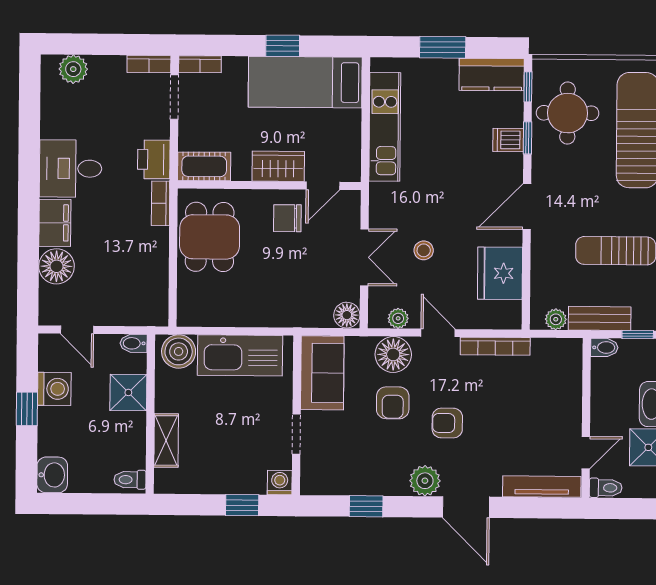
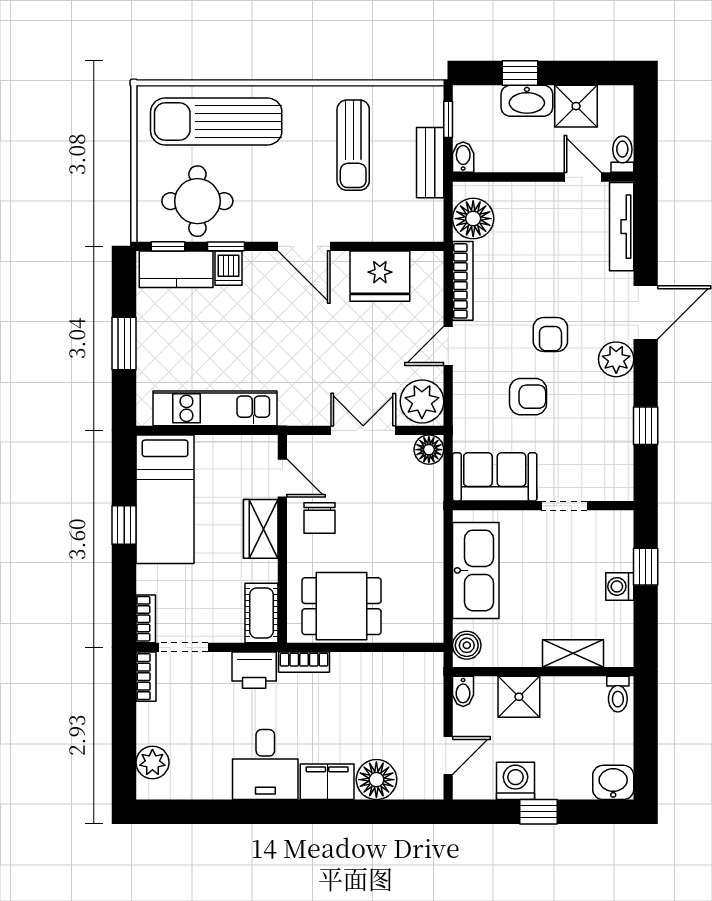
kitchen counter: (492, 74) -> (176, 269), moved, turned 90
stool: (424, 250) -> (355, 363), removed
plant: (398, 318) -> (422, 401), width x1.88, depth x1.88
plant: (556, 319) -> (432, 212), removed
boiler: (179, 351) -> (467, 645), width x0.73, depth x0.73
floor lamp: (393, 354) -> (473, 219), moved
washing machine: (280, 483) -> (620, 586), moved

